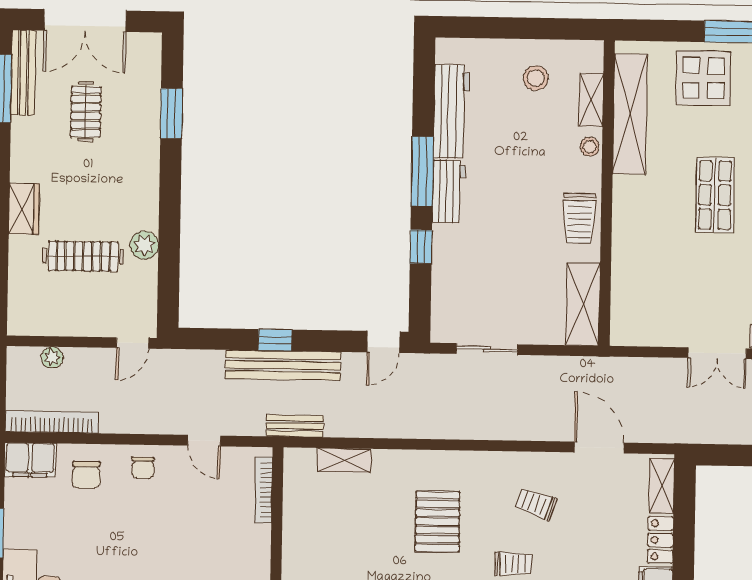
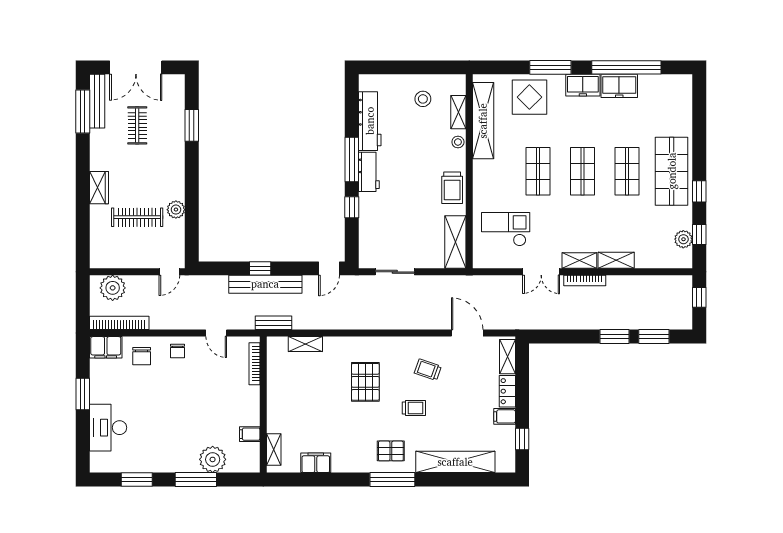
checkout: (662, 285) -> (506, 229), added
plant: (52, 358) -> (113, 288), width x1.88, depth x1.88

